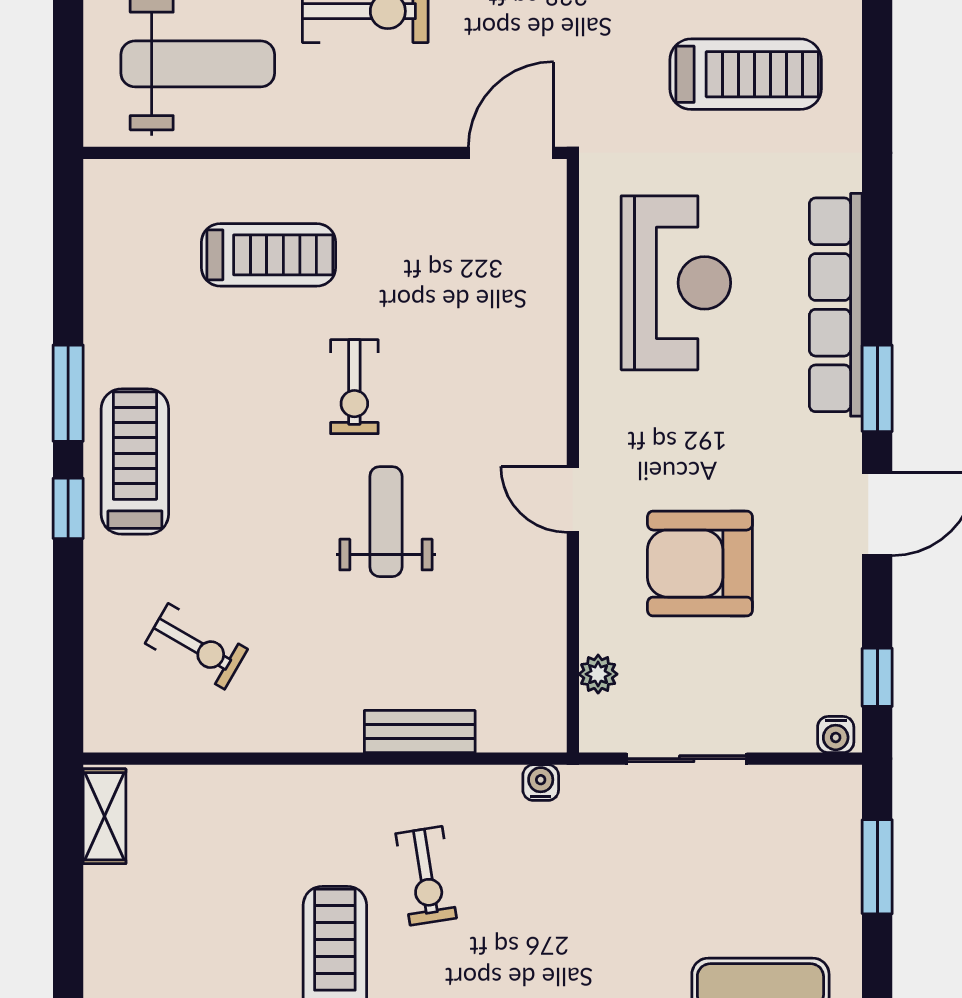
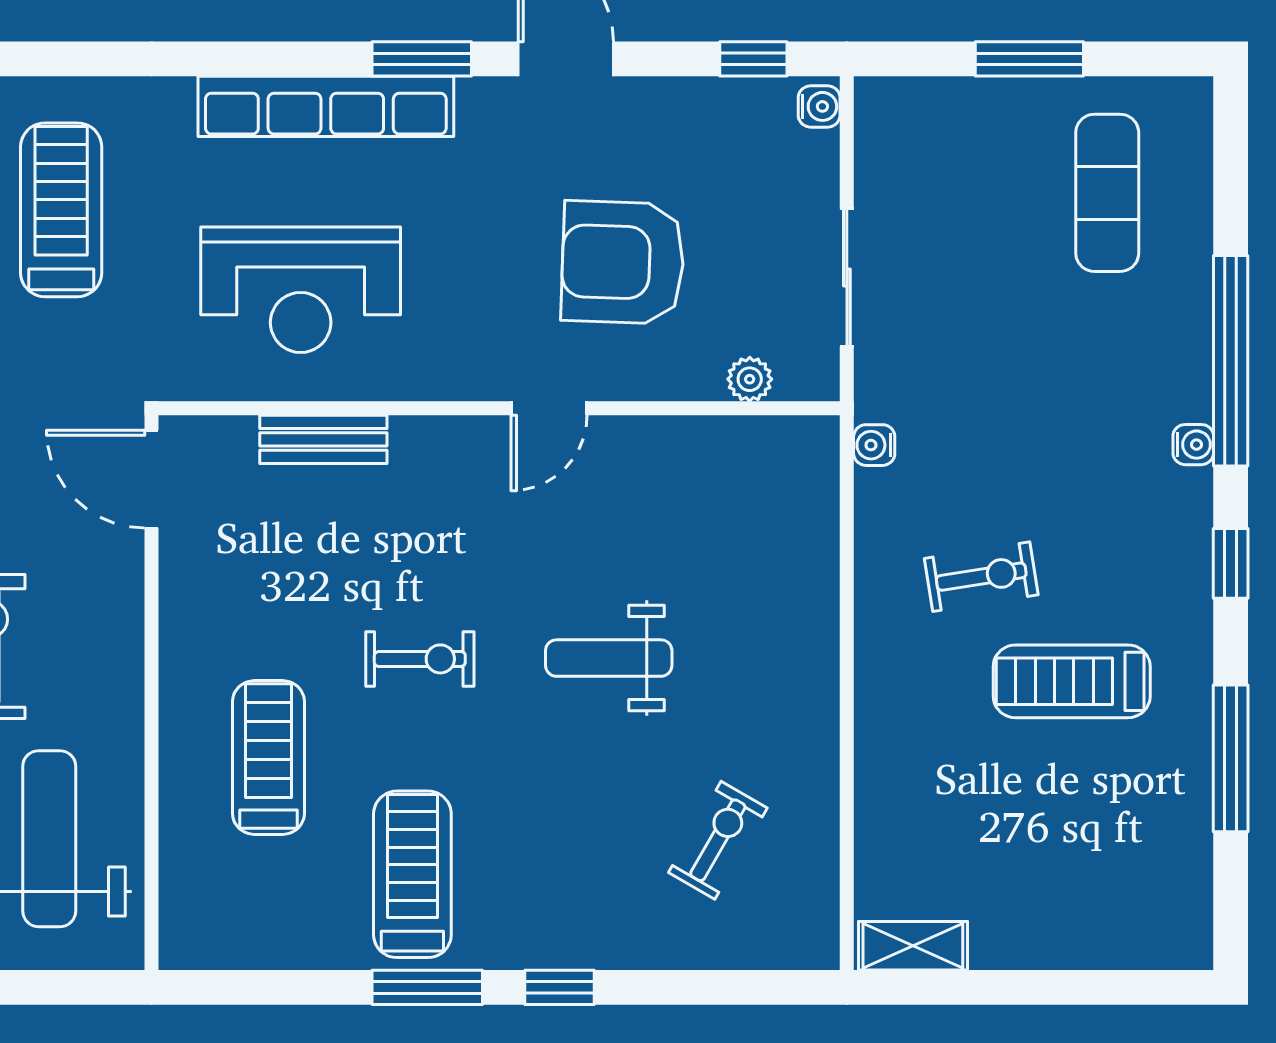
reception desk: (676, 283) -> (301, 290), turned 180
treadmill: (135, 462) -> (412, 874), moved, turned 90
weight bench: (386, 522) -> (609, 658), moved
armchair: (700, 564) -> (623, 262), turned 92
bench: (420, 732) -> (323, 439), moved, turned 90
window: (877, 867) -> (1029, 59), moved

